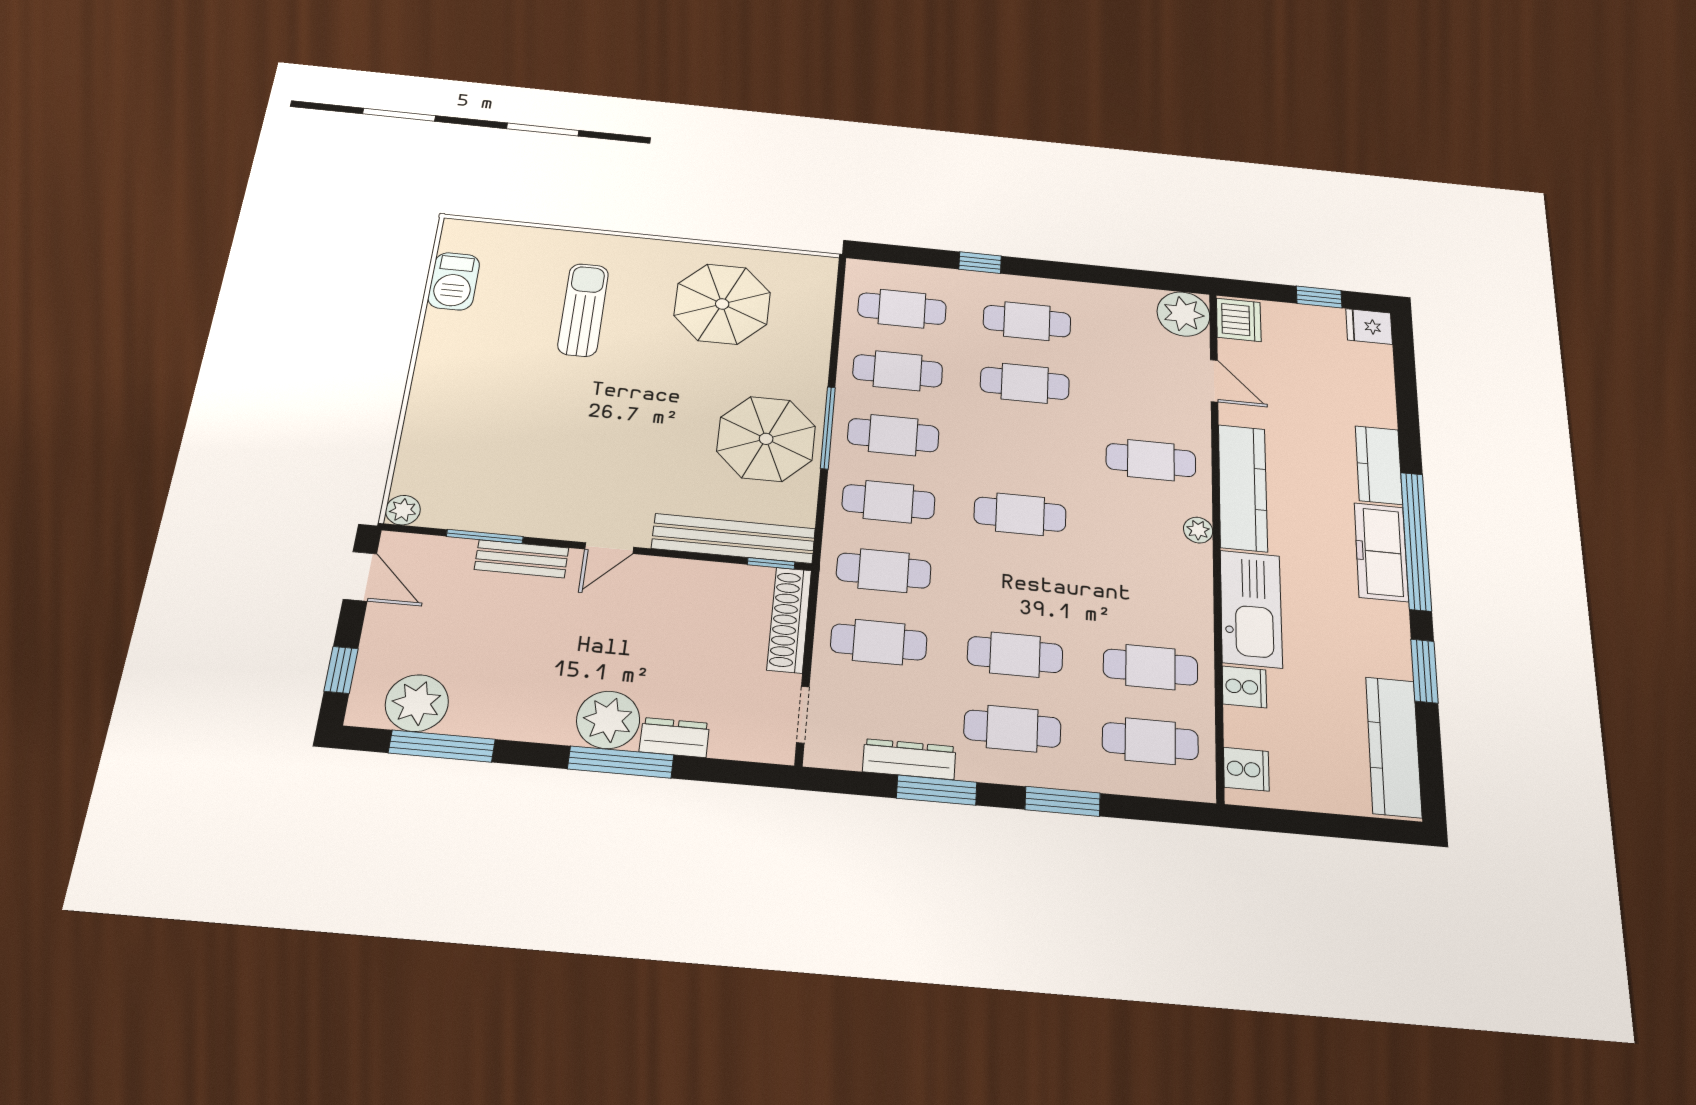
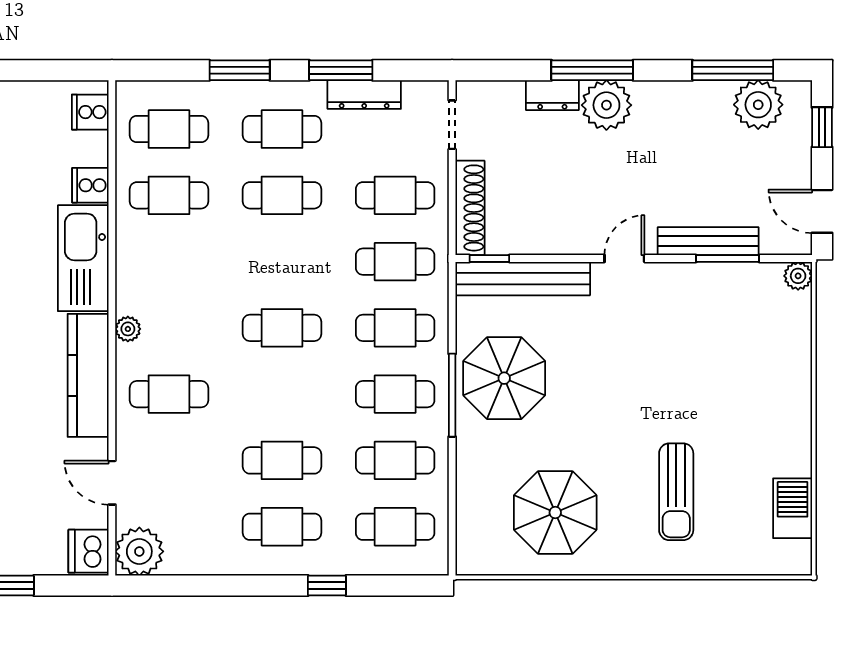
bench: (522, 559) -> (708, 241), width x1.36

